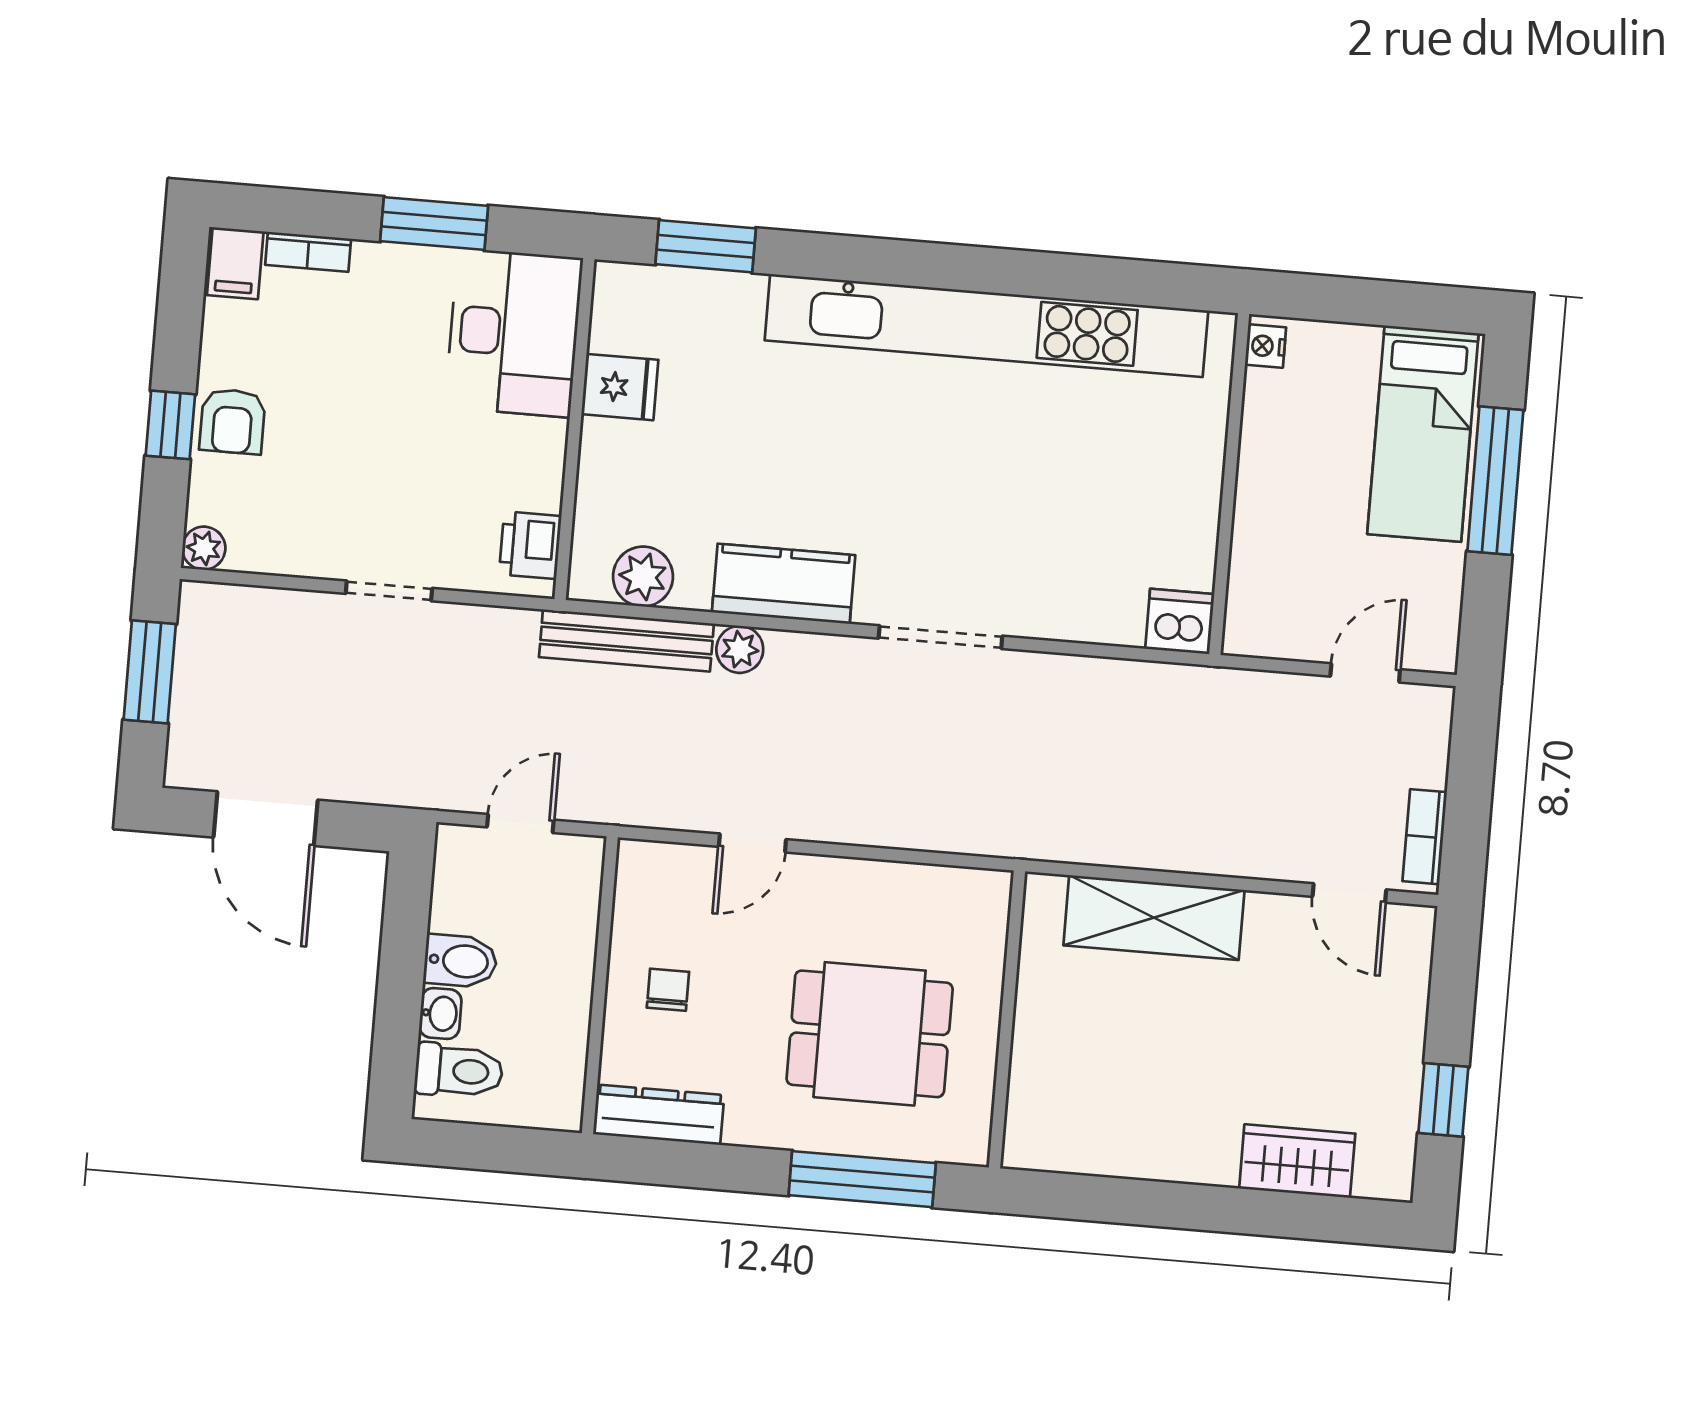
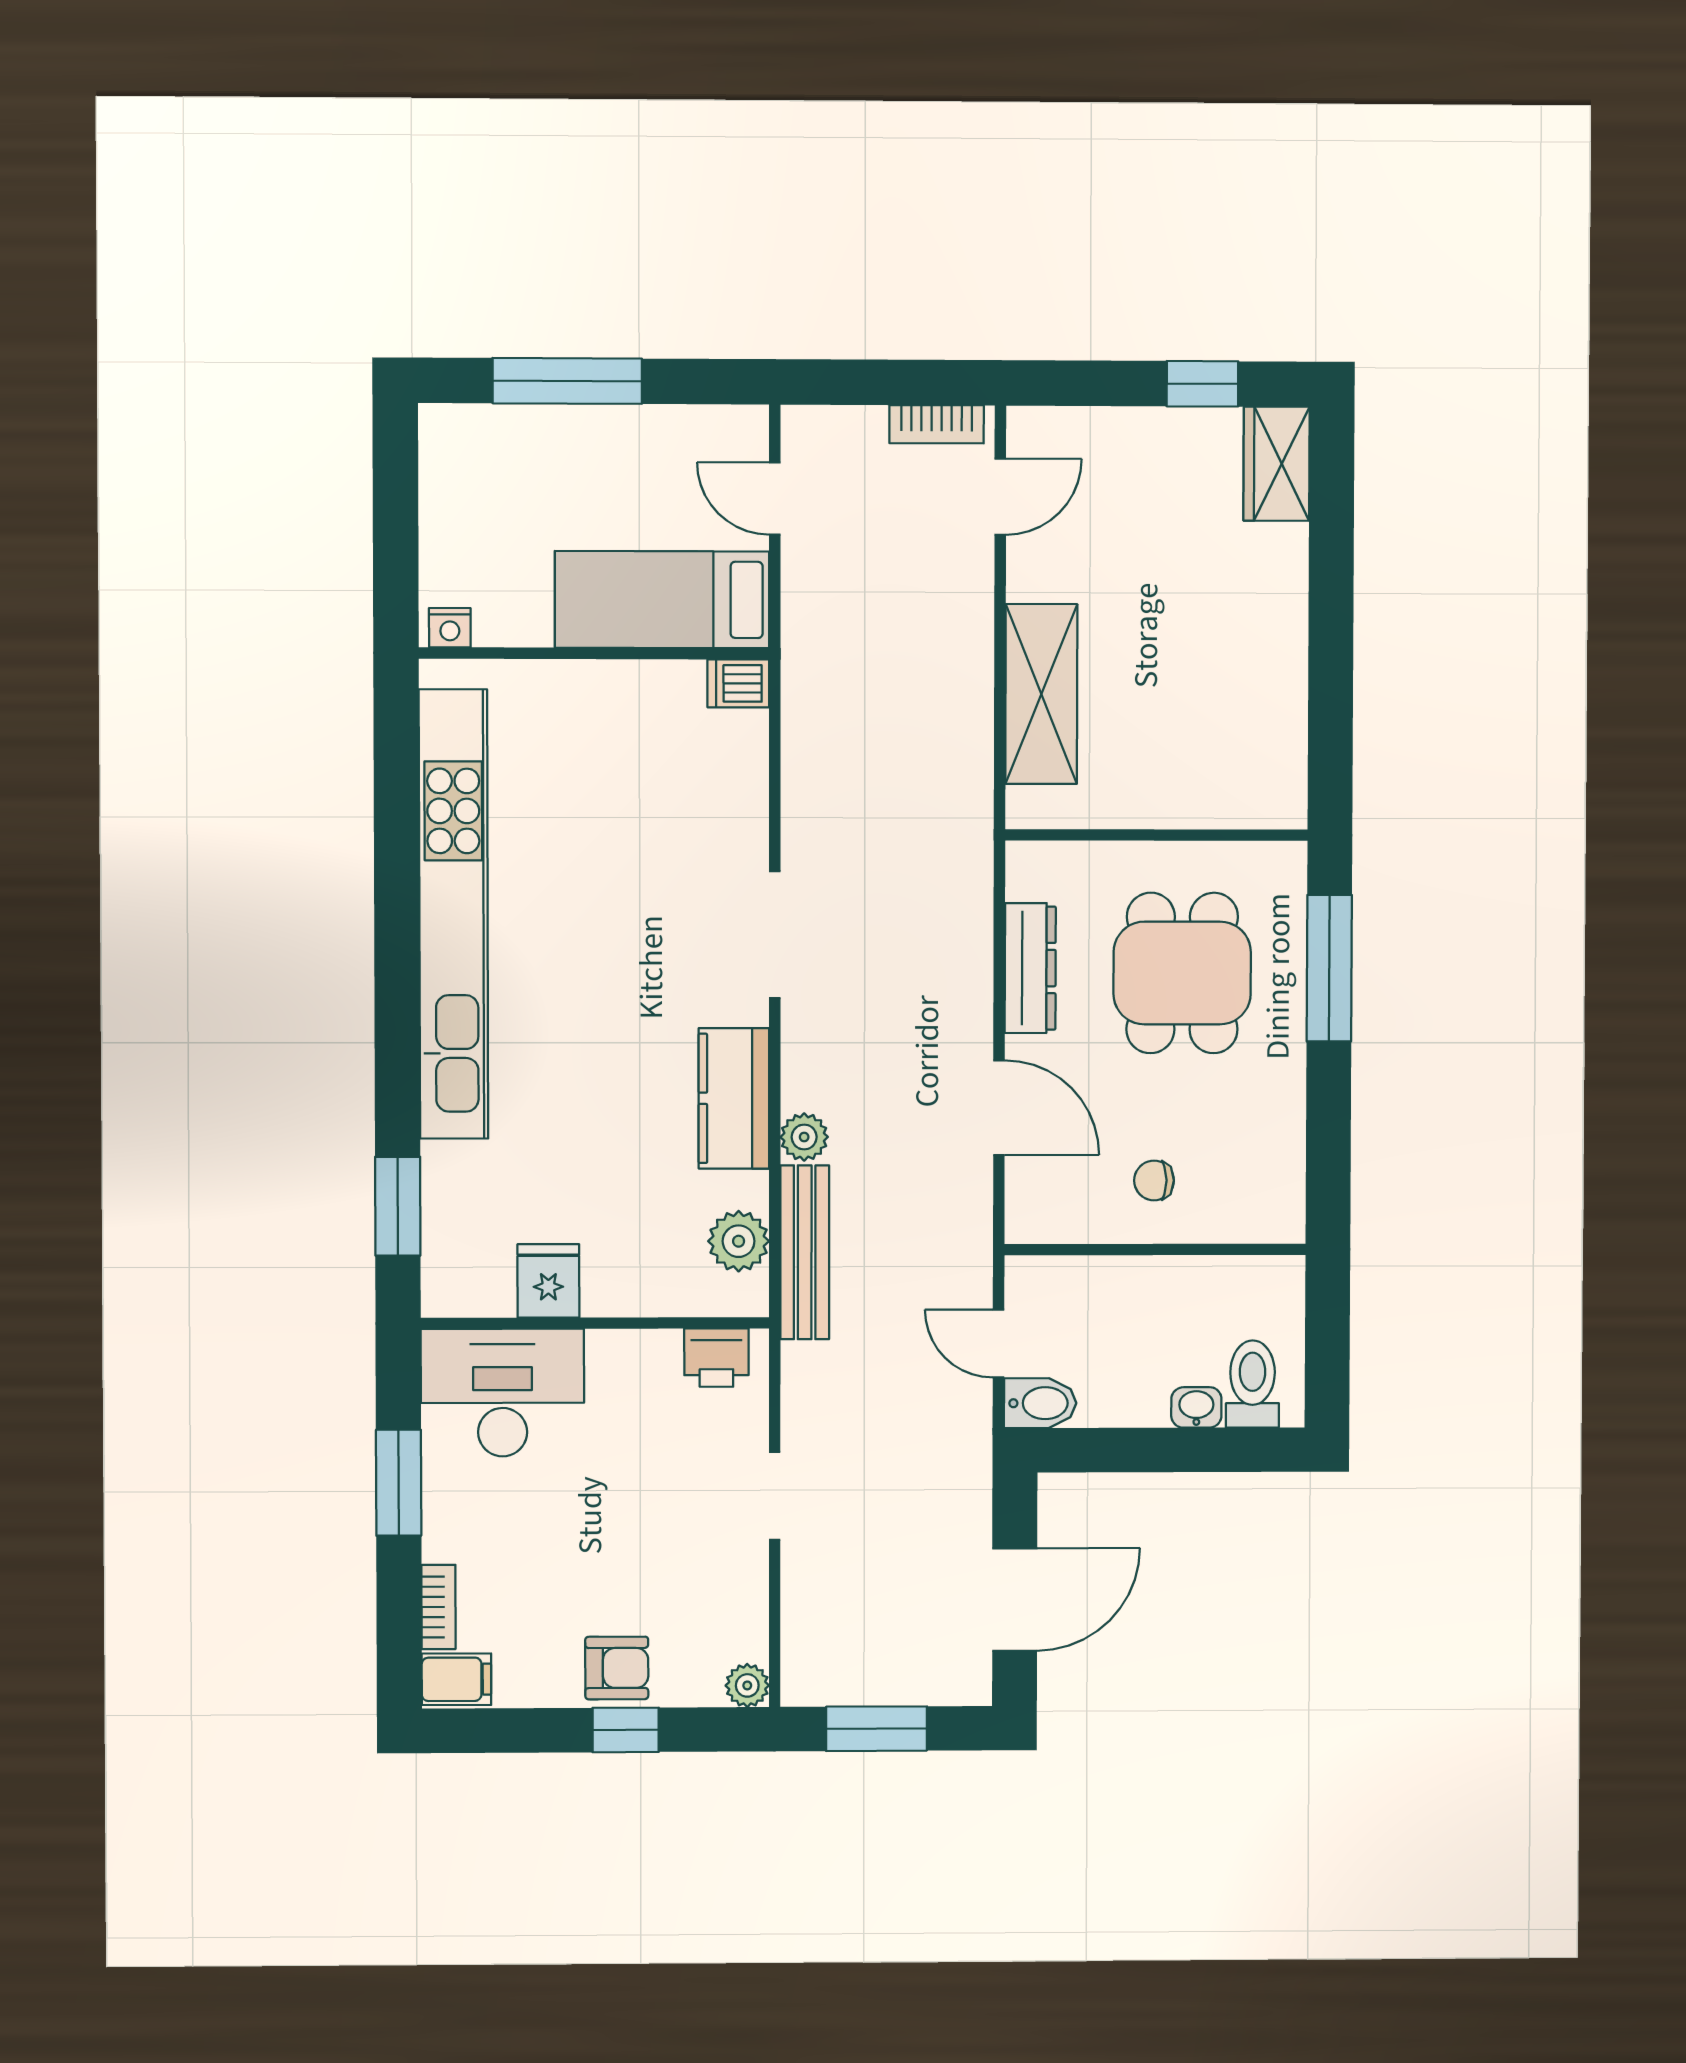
bed: (1423, 434) -> (662, 600), moved, turned 180
dishwasher: (1180, 621) -> (738, 683), width x0.73
door: (752, 843) -> (999, 1108), width x1.37
bidet: (460, 961) -> (1040, 1403), moved, turned 90
dresser: (659, 1115) -> (1030, 968), moved, turned 180
wardrobe: (1297, 1161) -> (1277, 464), moved

